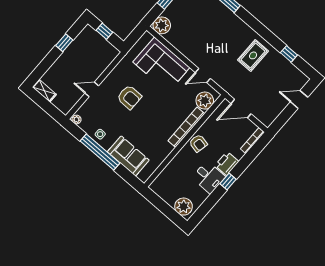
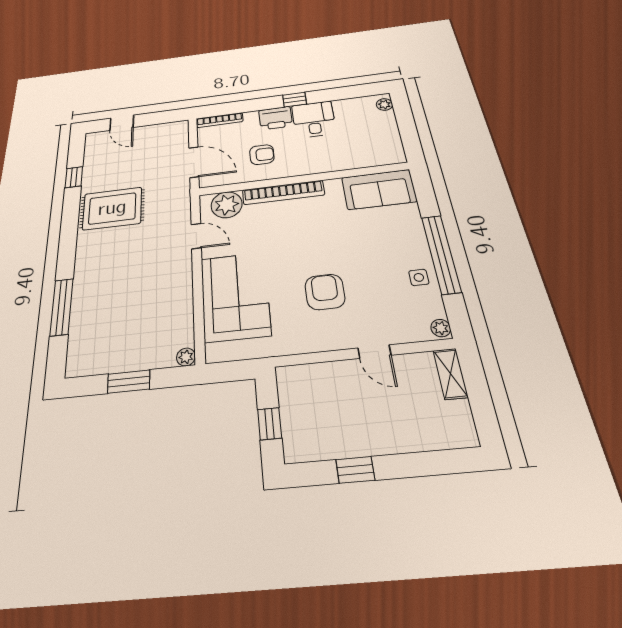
plant: (162, 25) -> (186, 357), width x0.53, depth x0.53
rug: (253, 55) -> (112, 208), width x1.36, depth x1.43
shelving: (44, 91) -> (450, 374), moved
armchair: (198, 143) -> (262, 155), moved, turned 78
sofa: (128, 156) -> (379, 189), moved, turned -90
plant: (184, 207) -> (384, 104), width x0.53, depth x0.53

